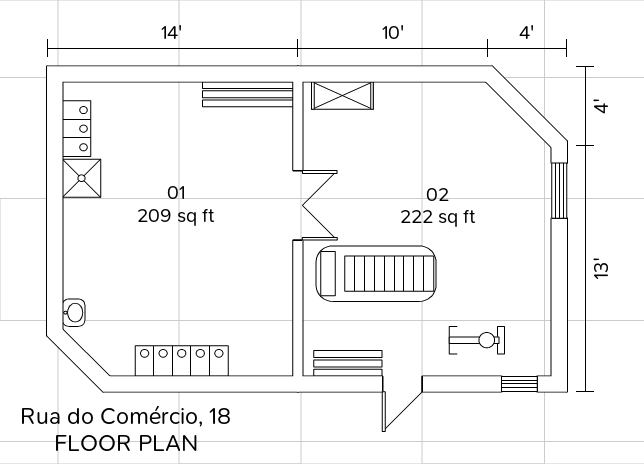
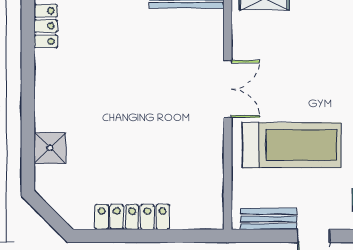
shower: (82, 178) -> (50, 148), moved
washbasin: (74, 313) -> (43, 177), removed

